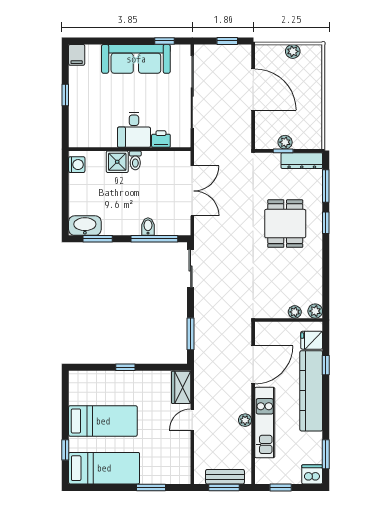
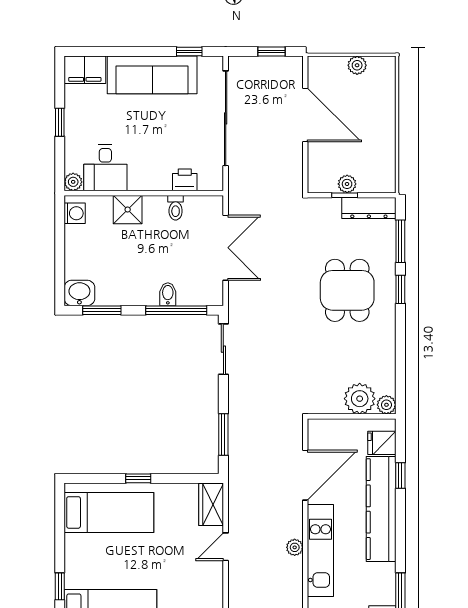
filing cabinet: (77, 55) -> (85, 70), width x2.00
desk: (134, 130) -> (105, 168), moved
plant: (76, 141) -> (73, 182), added
toilet: (135, 160) -> (176, 208), moved
washbasin: (85, 226) -> (79, 293), width x0.72
plant: (295, 312) -> (360, 399), width x1.87, depth x1.87
bed: (103, 421) -> (109, 512), moved

